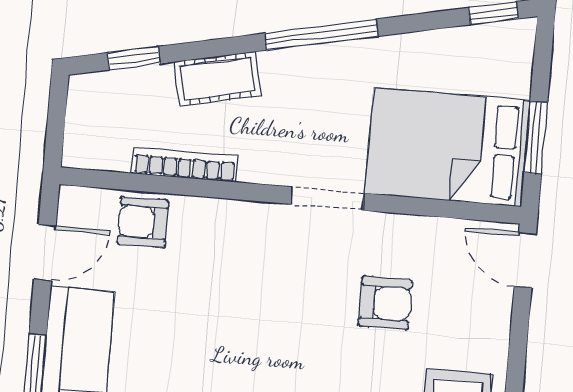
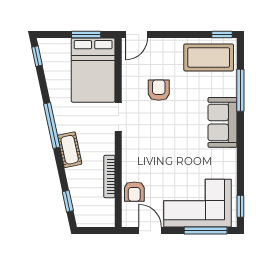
cot: (218, 79) -> (70, 150), moved

